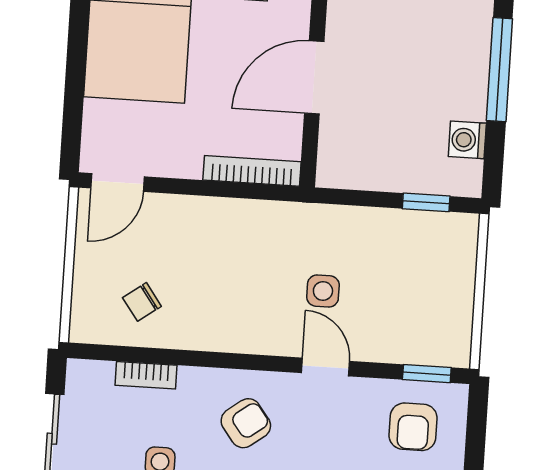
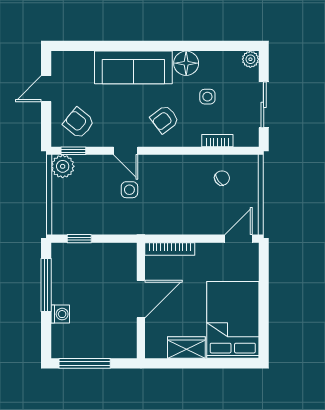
window: (499, 70) -> (46, 285), moved
washing machine: (467, 140) -> (60, 314), moved
plant: (449, 345) -> (63, 166), added
armchair: (413, 427) -> (79, 123), turned -51

